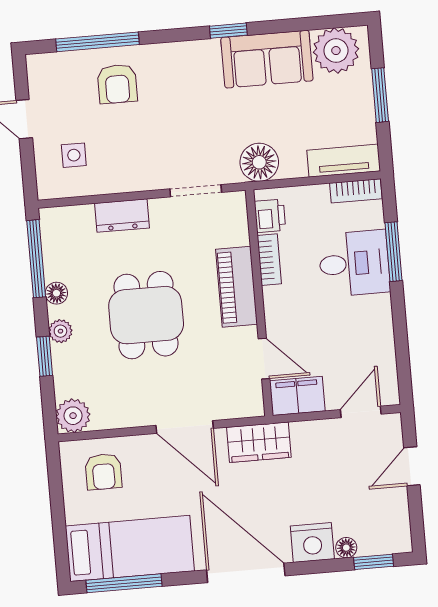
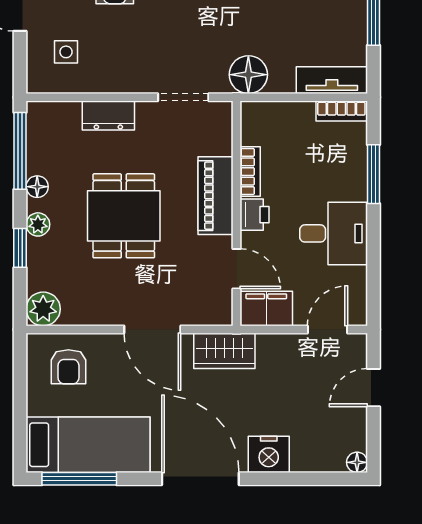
printer: (270, 216) -> (254, 215), moved
desk: (354, 263) -> (334, 233), moved
floor lamp: (346, 548) -> (357, 462), moved
window: (374, 562) -> (328, 479), removed

